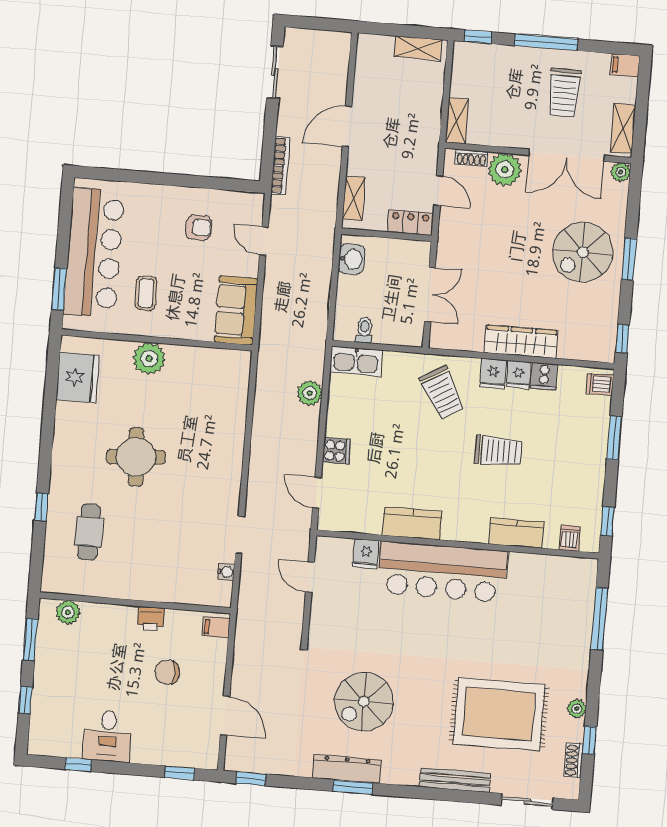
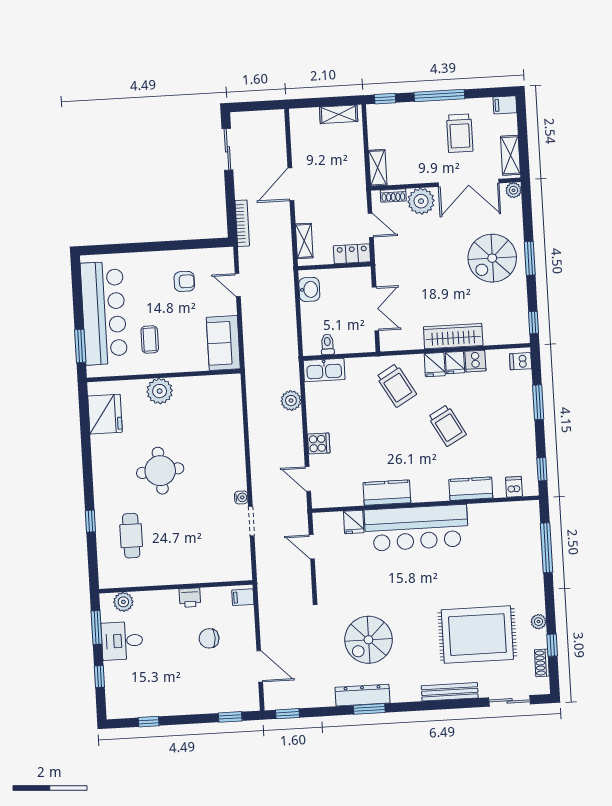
trolley: (498, 451) -> (447, 426), turned 61
water cooler: (226, 572) -> (241, 497), moved
desk: (108, 736) -> (122, 641), moved, turned 90

